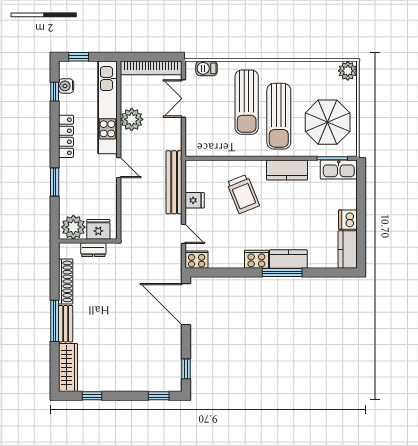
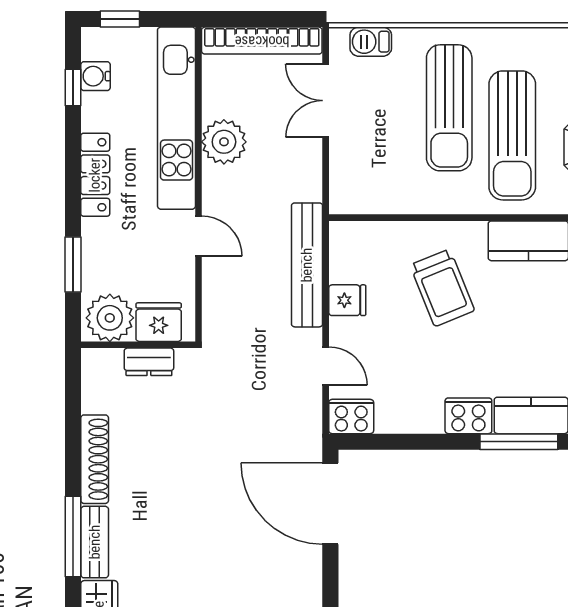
plant: (73, 227) -> (110, 318), moved
fridge: (98, 229) -> (159, 322), moved
wall: (88, 241) -> (138, 345), moved
dresser: (93, 250) -> (149, 362), moved

